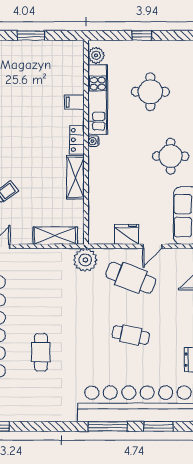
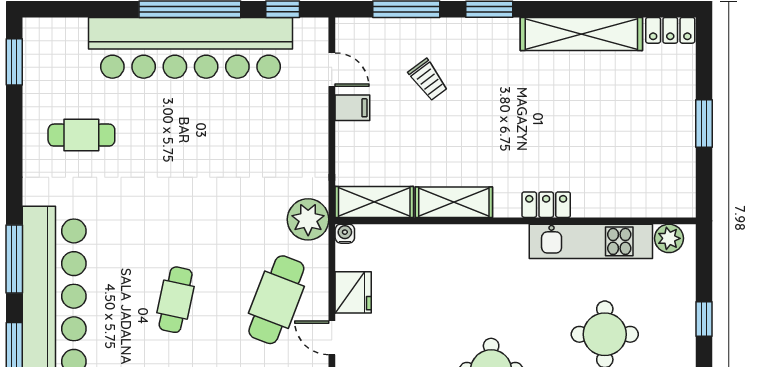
filing cabinet: (74, 102) -> (352, 108), moved, turned 90
locker: (77, 140) -> (546, 205), moved
water cooler: (93, 141) -> (345, 234), moved
shelving: (55, 236) -> (374, 202), moved, turned 90
cafe table: (41, 352) -> (81, 135), moved

